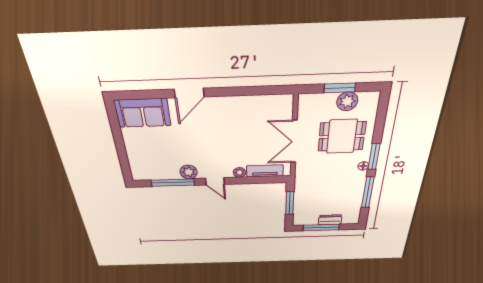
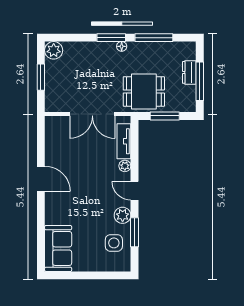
door: (189, 93) -> (41, 179), moved
plant: (347, 101) -> (54, 50), moved
dining table: (342, 137) -> (144, 91), moved, turned 90
side table: (159, 166) -> (114, 243), added
door: (215, 181) -> (134, 191), swing flipped
window: (173, 183) -> (134, 232), width x0.69

